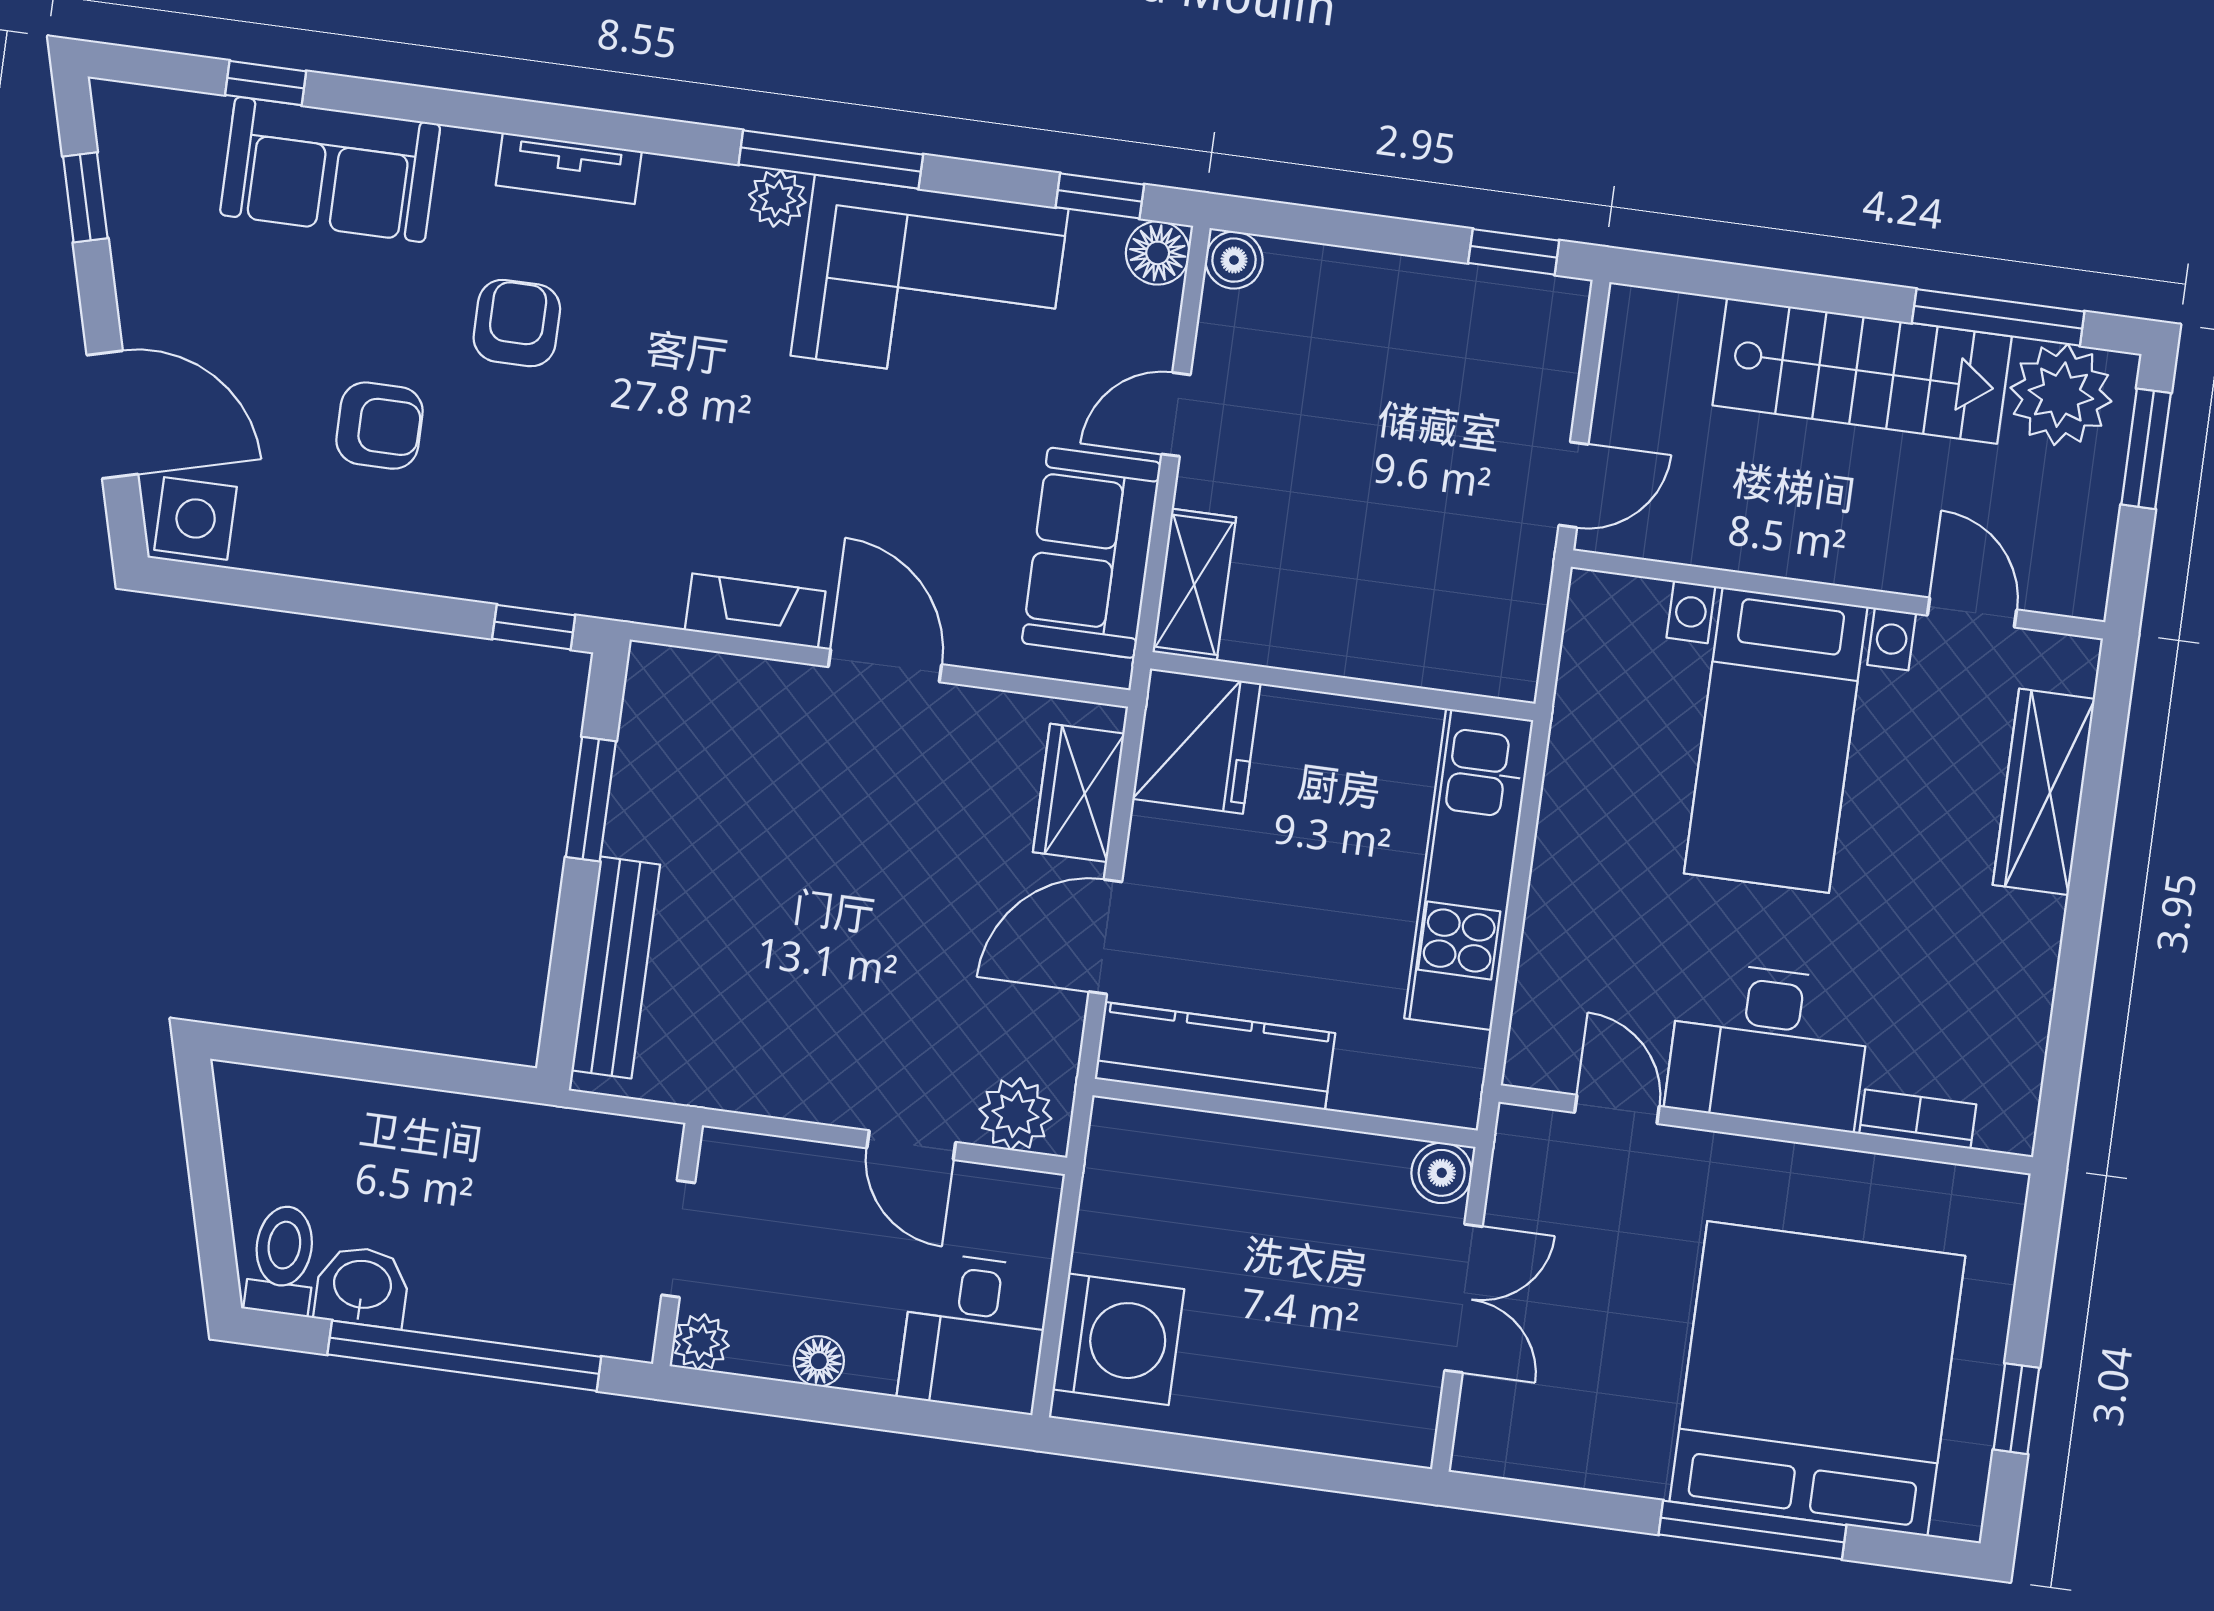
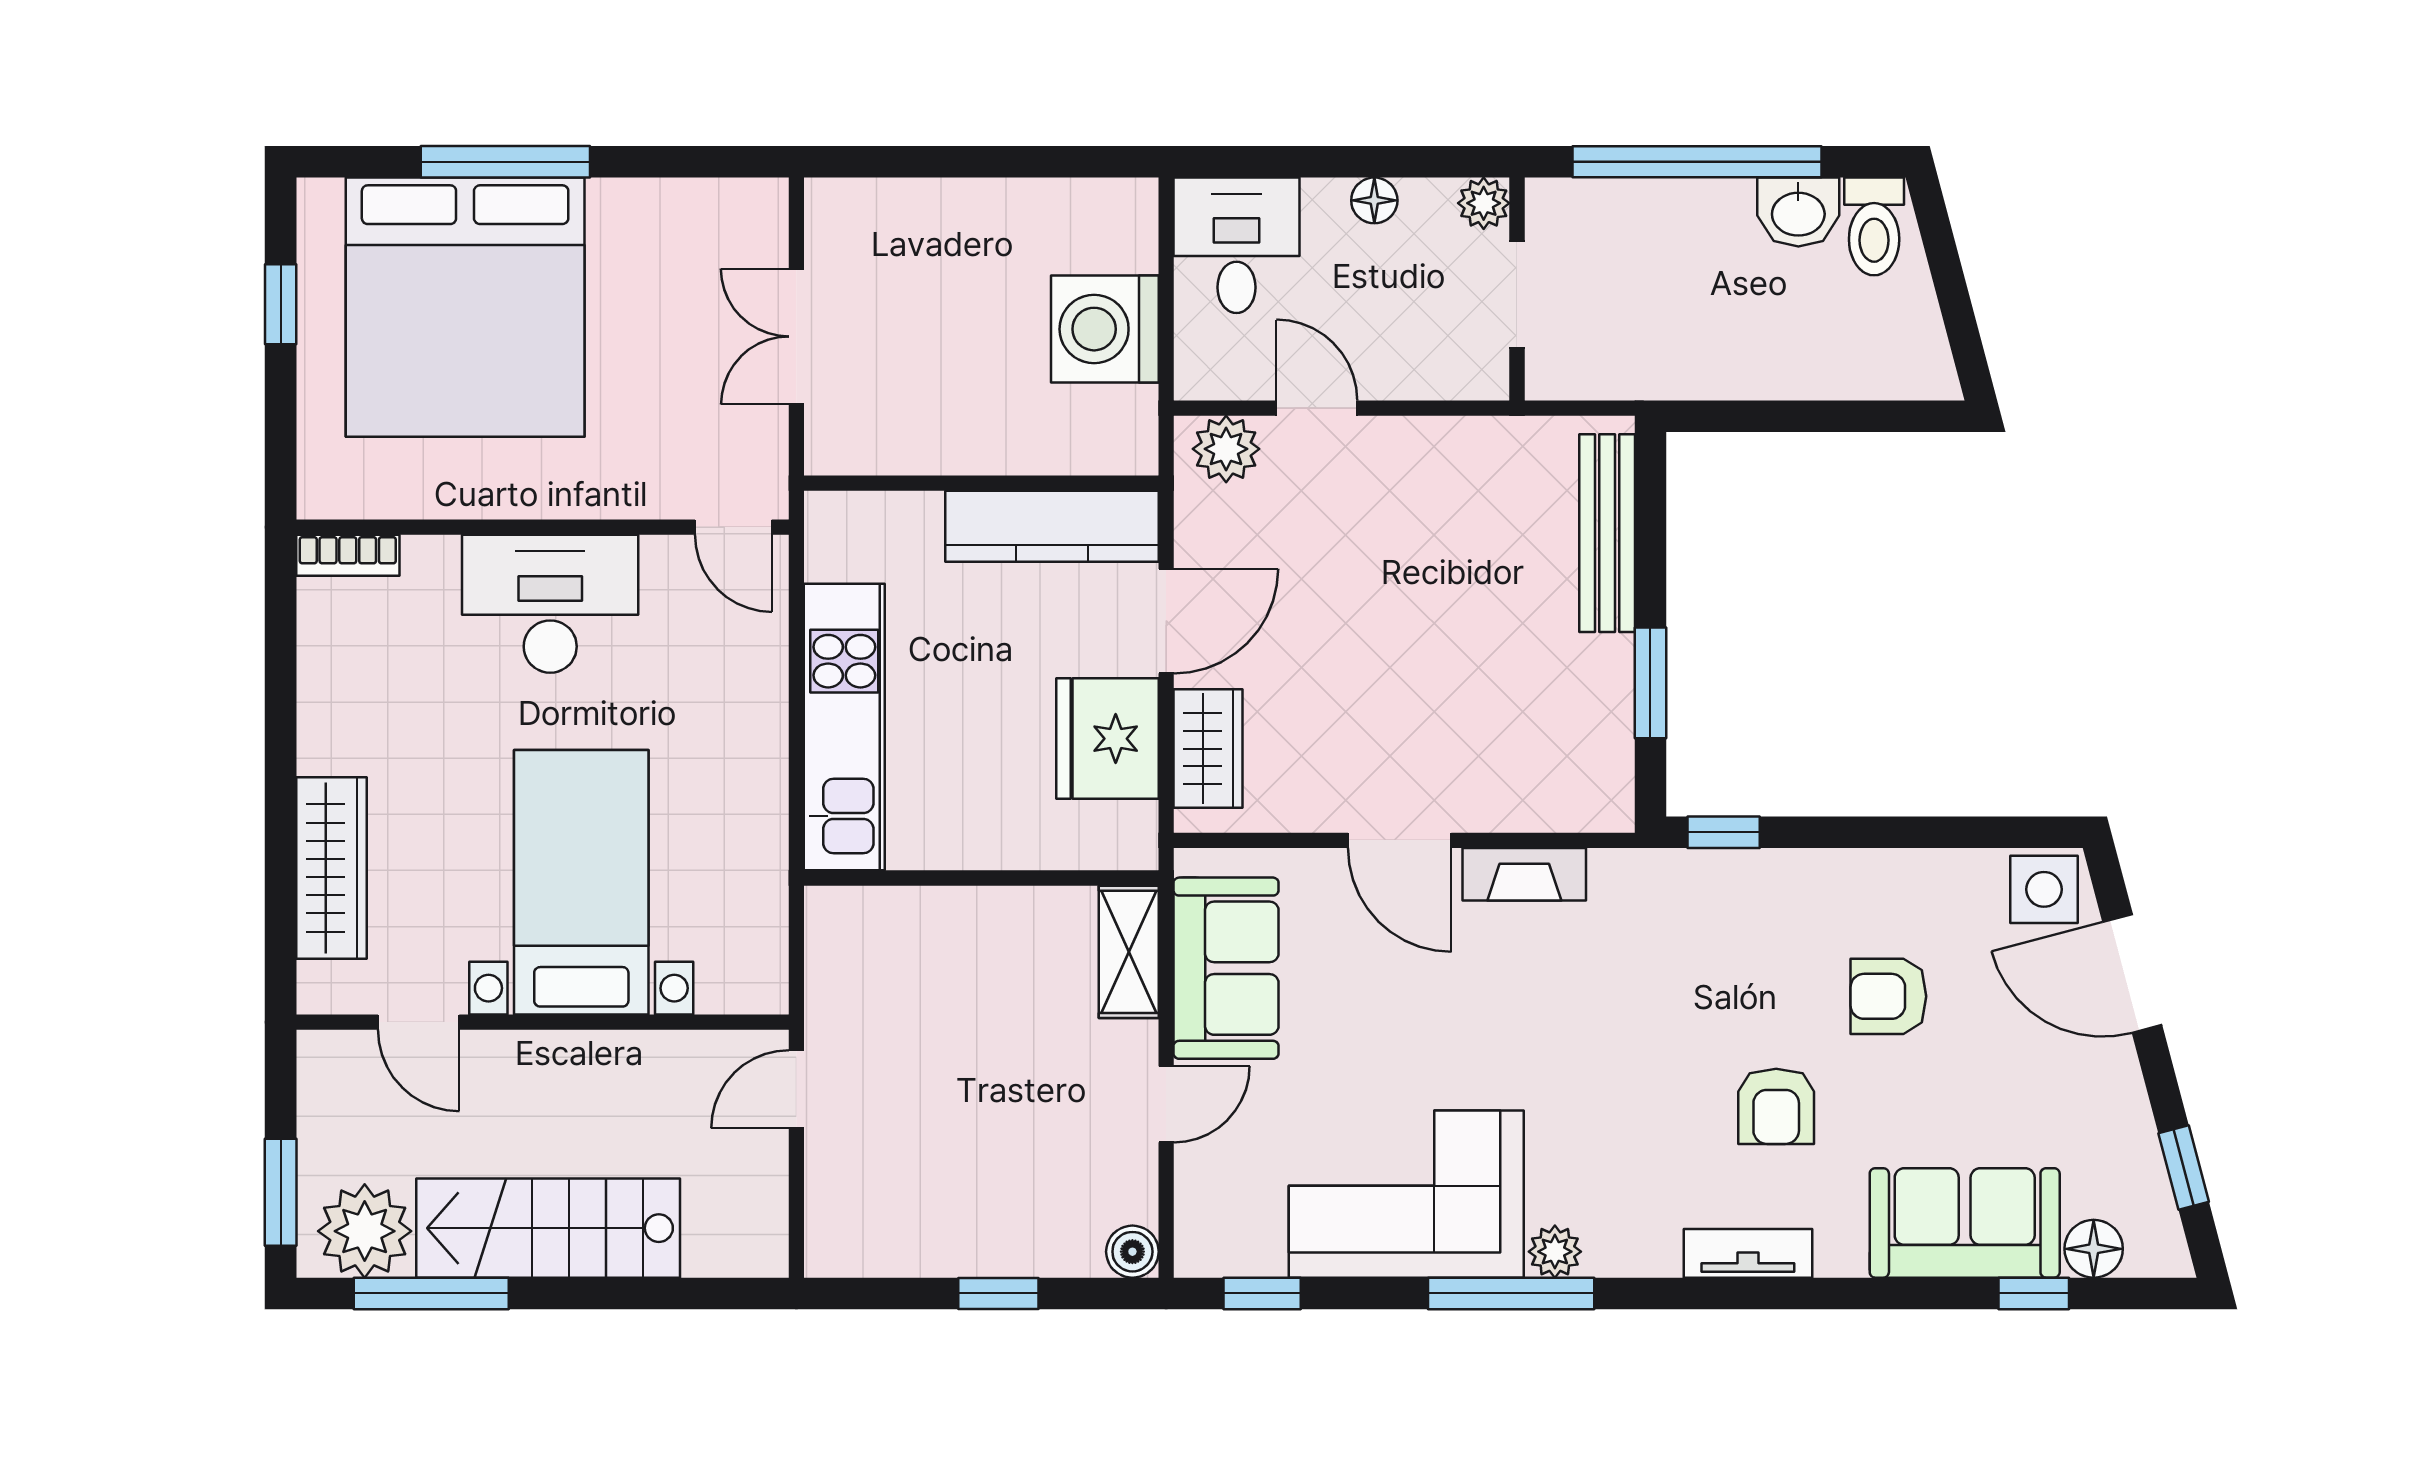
window: (1514, 252) -> (998, 1293), moved
floor lamp: (1158, 253) -> (2094, 1249), moved
fridge: (1196, 741) -> (1107, 739), moved
door: (1617, 1109) -> (733, 527), moved
bookcase: (1918, 1119) -> (348, 555), moved
boiler: (1442, 1173) -> (832, 448), removed
washing machine: (1118, 1339) -> (1105, 329), moved

